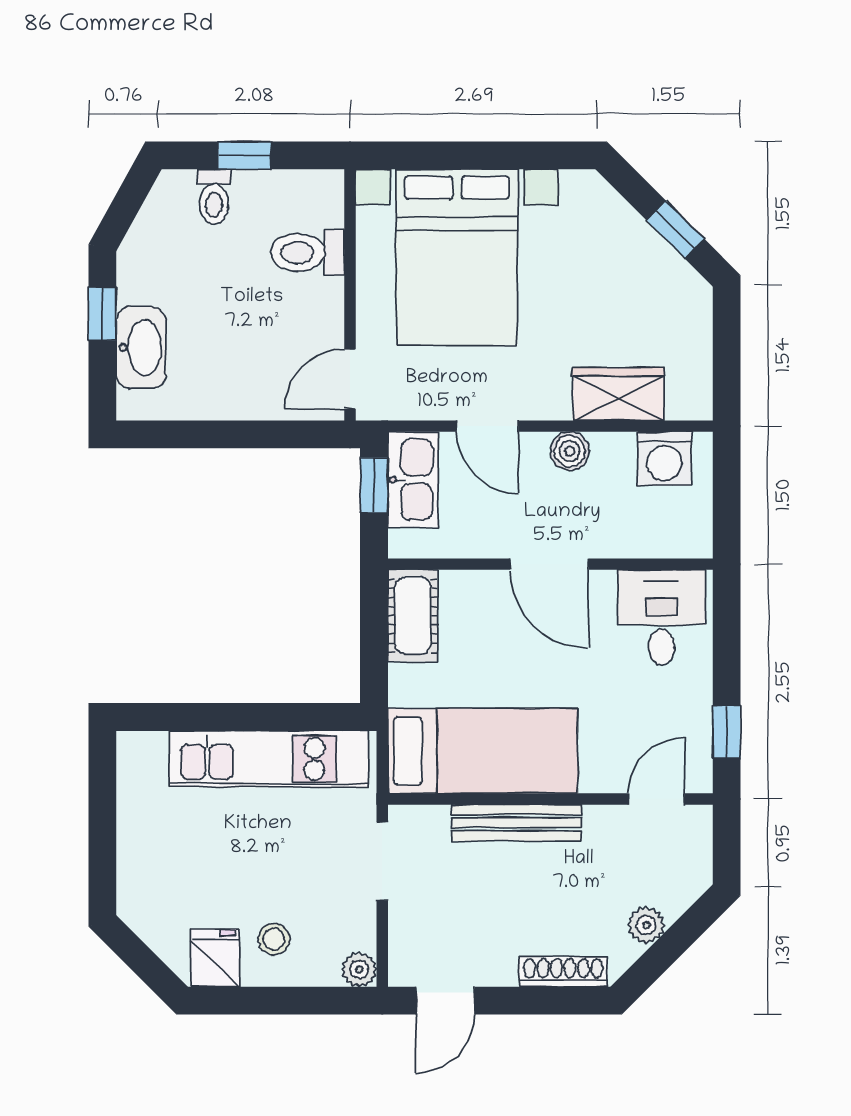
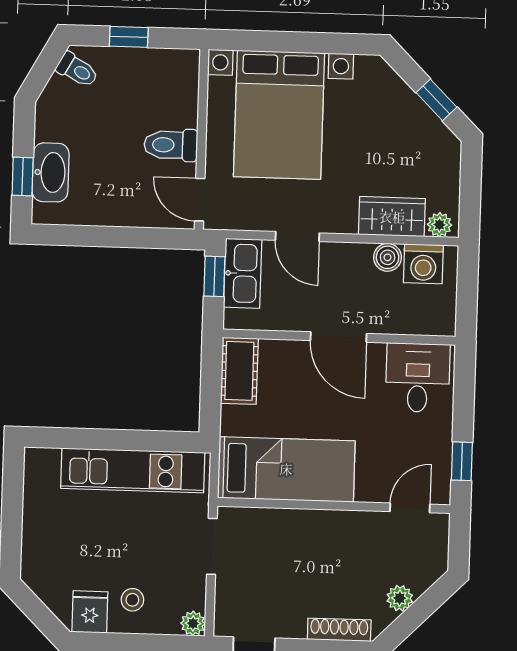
toilet: (214, 197) -> (77, 70), moved, turned -61
toilet: (307, 253) -> (171, 145), moved
window: (102, 314) -> (23, 177), moved
door: (350, 379) -> (200, 200), hinge flipped
plant: (685, 403) -> (440, 225), added
boiler: (570, 451) -> (388, 257), moved
bench: (516, 823) -> (309, 522), removed

